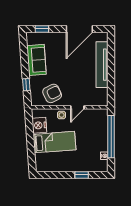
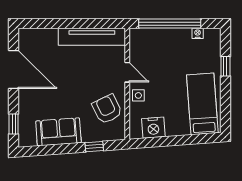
tv unit: (102, 65) -> (92, 37), moved
bed: (54, 142) -> (202, 104), moved

